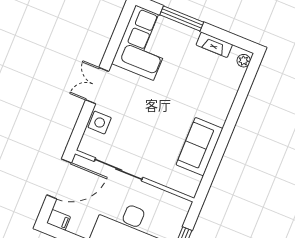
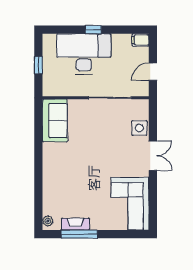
window: (182, 18) -> (79, 234), moved
sofa: (199, 147) -> (55, 121), moved
door: (59, 179) -> (153, 72), width x0.53

